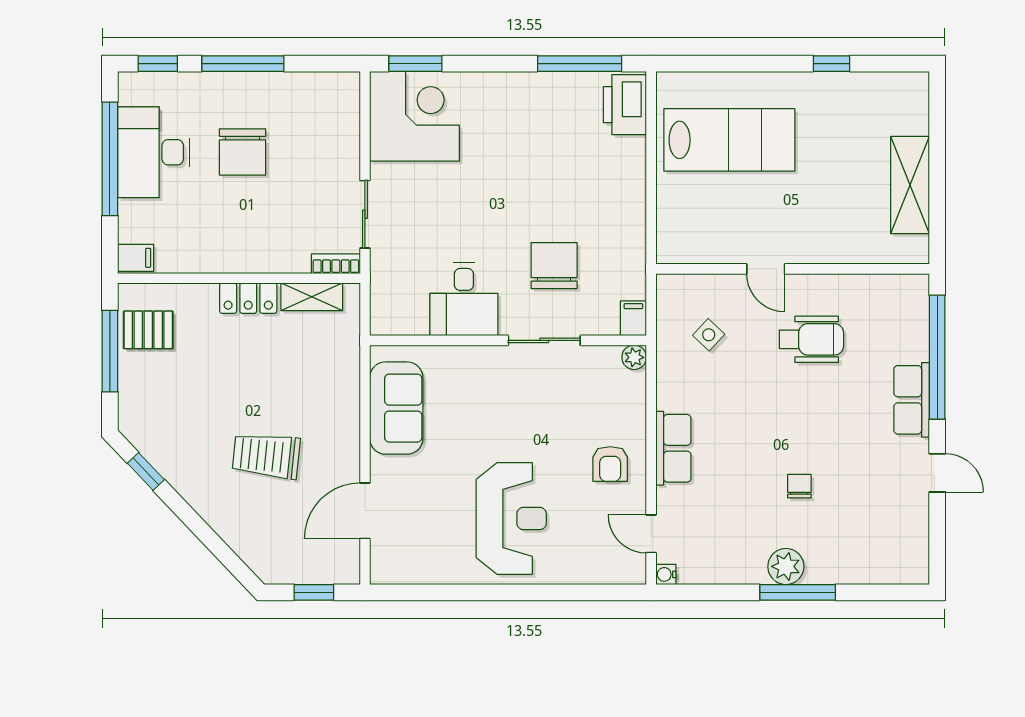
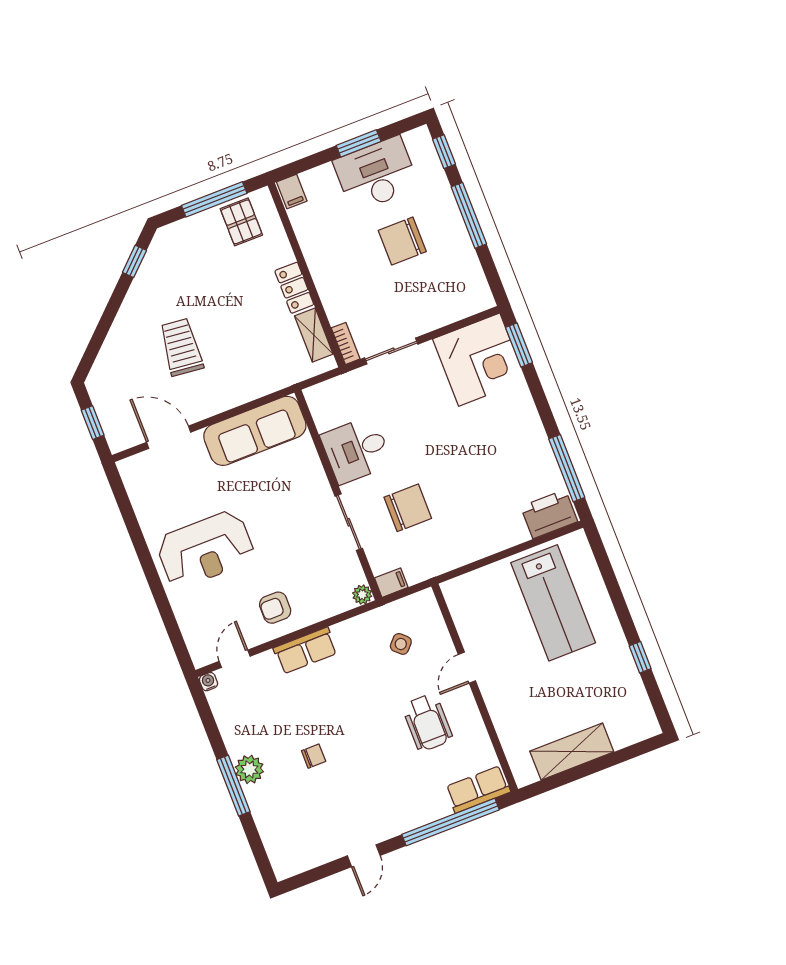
window: (110, 159) -> (359, 143), width x0.47
row of seats: (912, 400) -> (478, 789), moved
sofa: (396, 408) -> (255, 431), width x1.36

